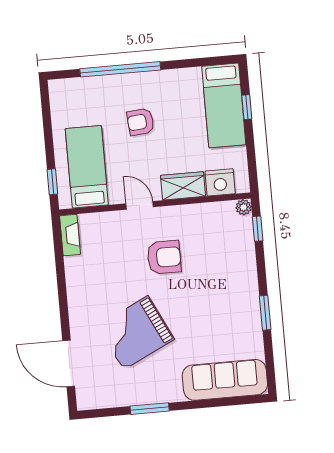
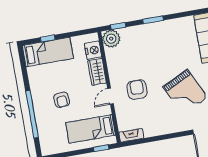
plant: (244, 207) -> (111, 39), width x1.88, depth x1.88
armchair: (164, 257) -> (137, 90), moved
window: (265, 313) -> (153, 20), moved

